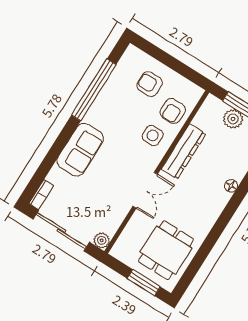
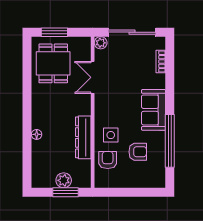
armchair: (150, 84) -> (138, 152), moved
sofa: (80, 150) -> (153, 110), moved
double door: (145, 190) -> (93, 77), moved
bookcase: (41, 195) -> (161, 62), moved

